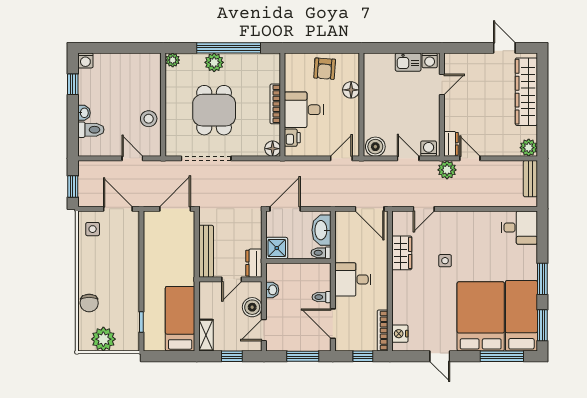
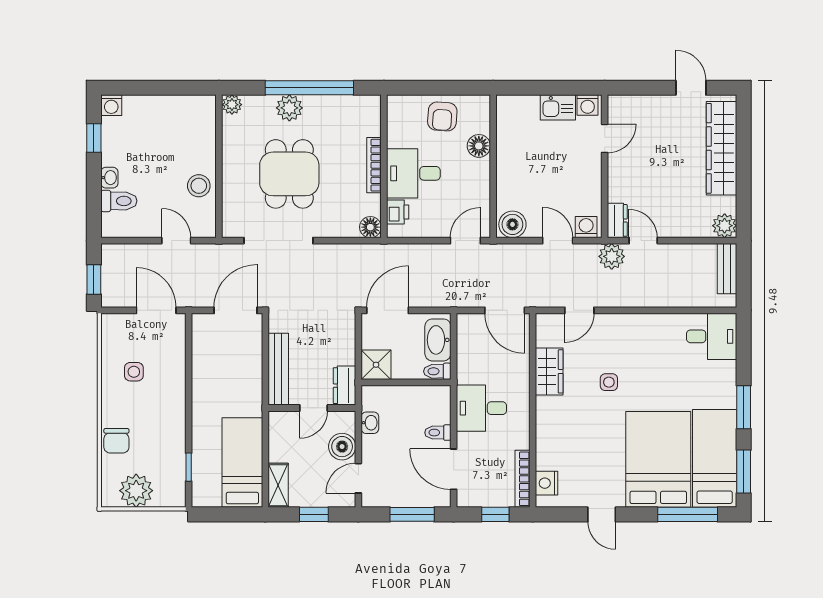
side table: (93, 229) -> (134, 372), moved

